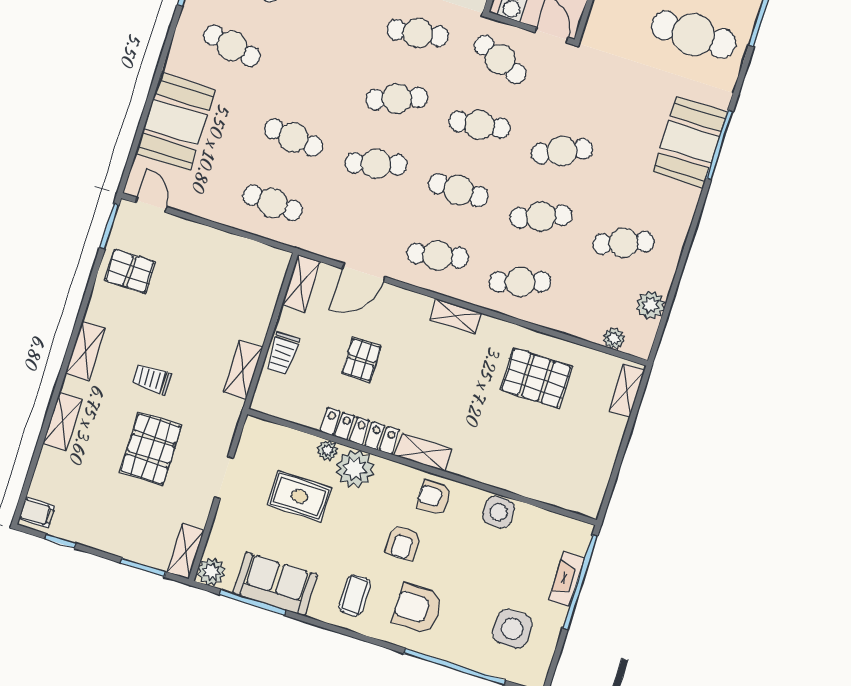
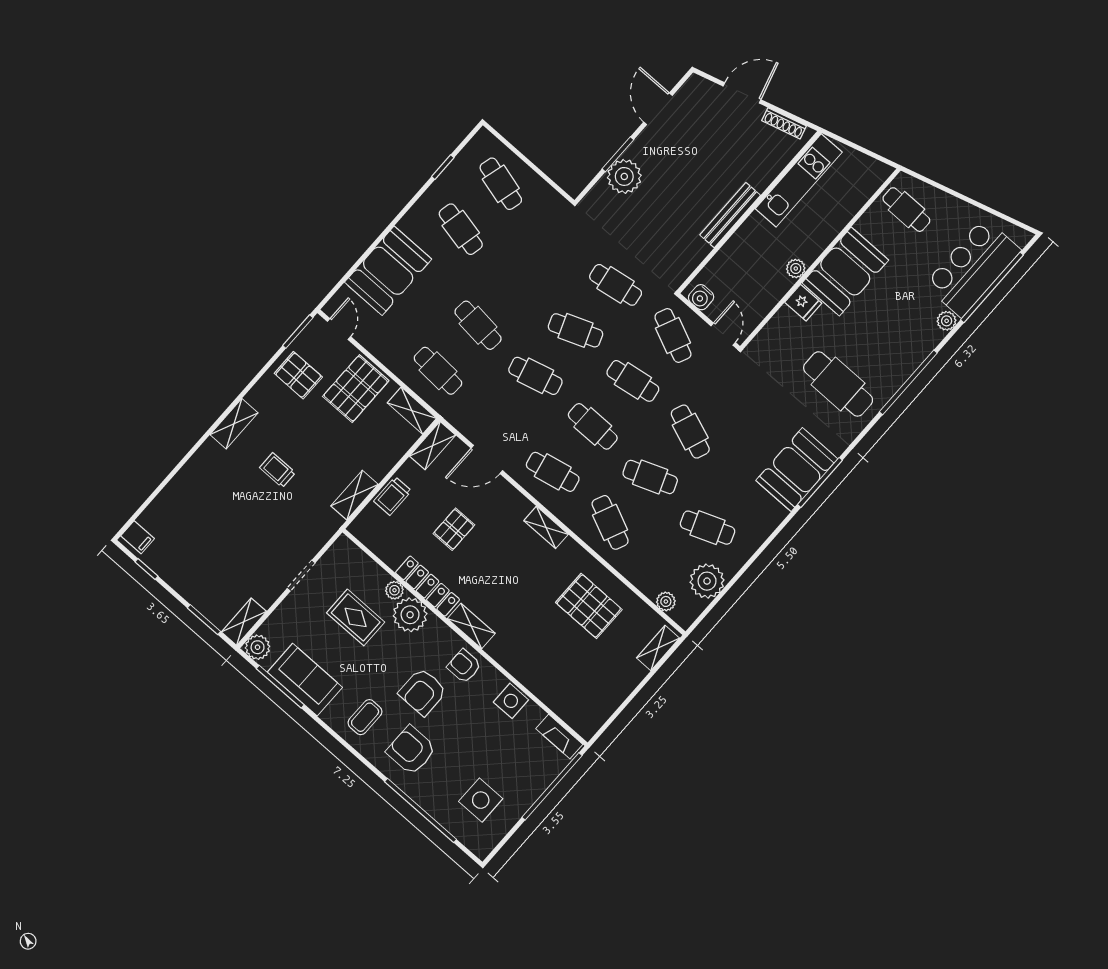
cafe table: (562, 151) -> (690, 432), turned 45
cafe table: (520, 282) -> (610, 522), turned 42
plant: (651, 305) -> (707, 581), width x1.36, depth x1.36
shelving: (62, 422) -> (412, 411), moved, turned 90
pallet: (151, 449) -> (356, 389), moved
armchair: (403, 543) -> (423, 692), width x1.38, depth x1.38
fireplace: (567, 579) -> (559, 737), moved, turned -90

